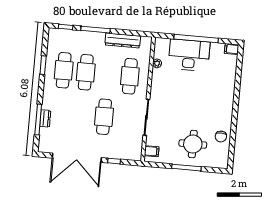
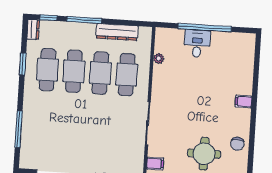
filing cabinet: (232, 49) -> (244, 102), moved
desk: (189, 55) -> (197, 43), width x0.53, depth x0.77
cafe table: (104, 117) -> (100, 73), moved
dresser: (45, 118) -> (33, 30), moved

